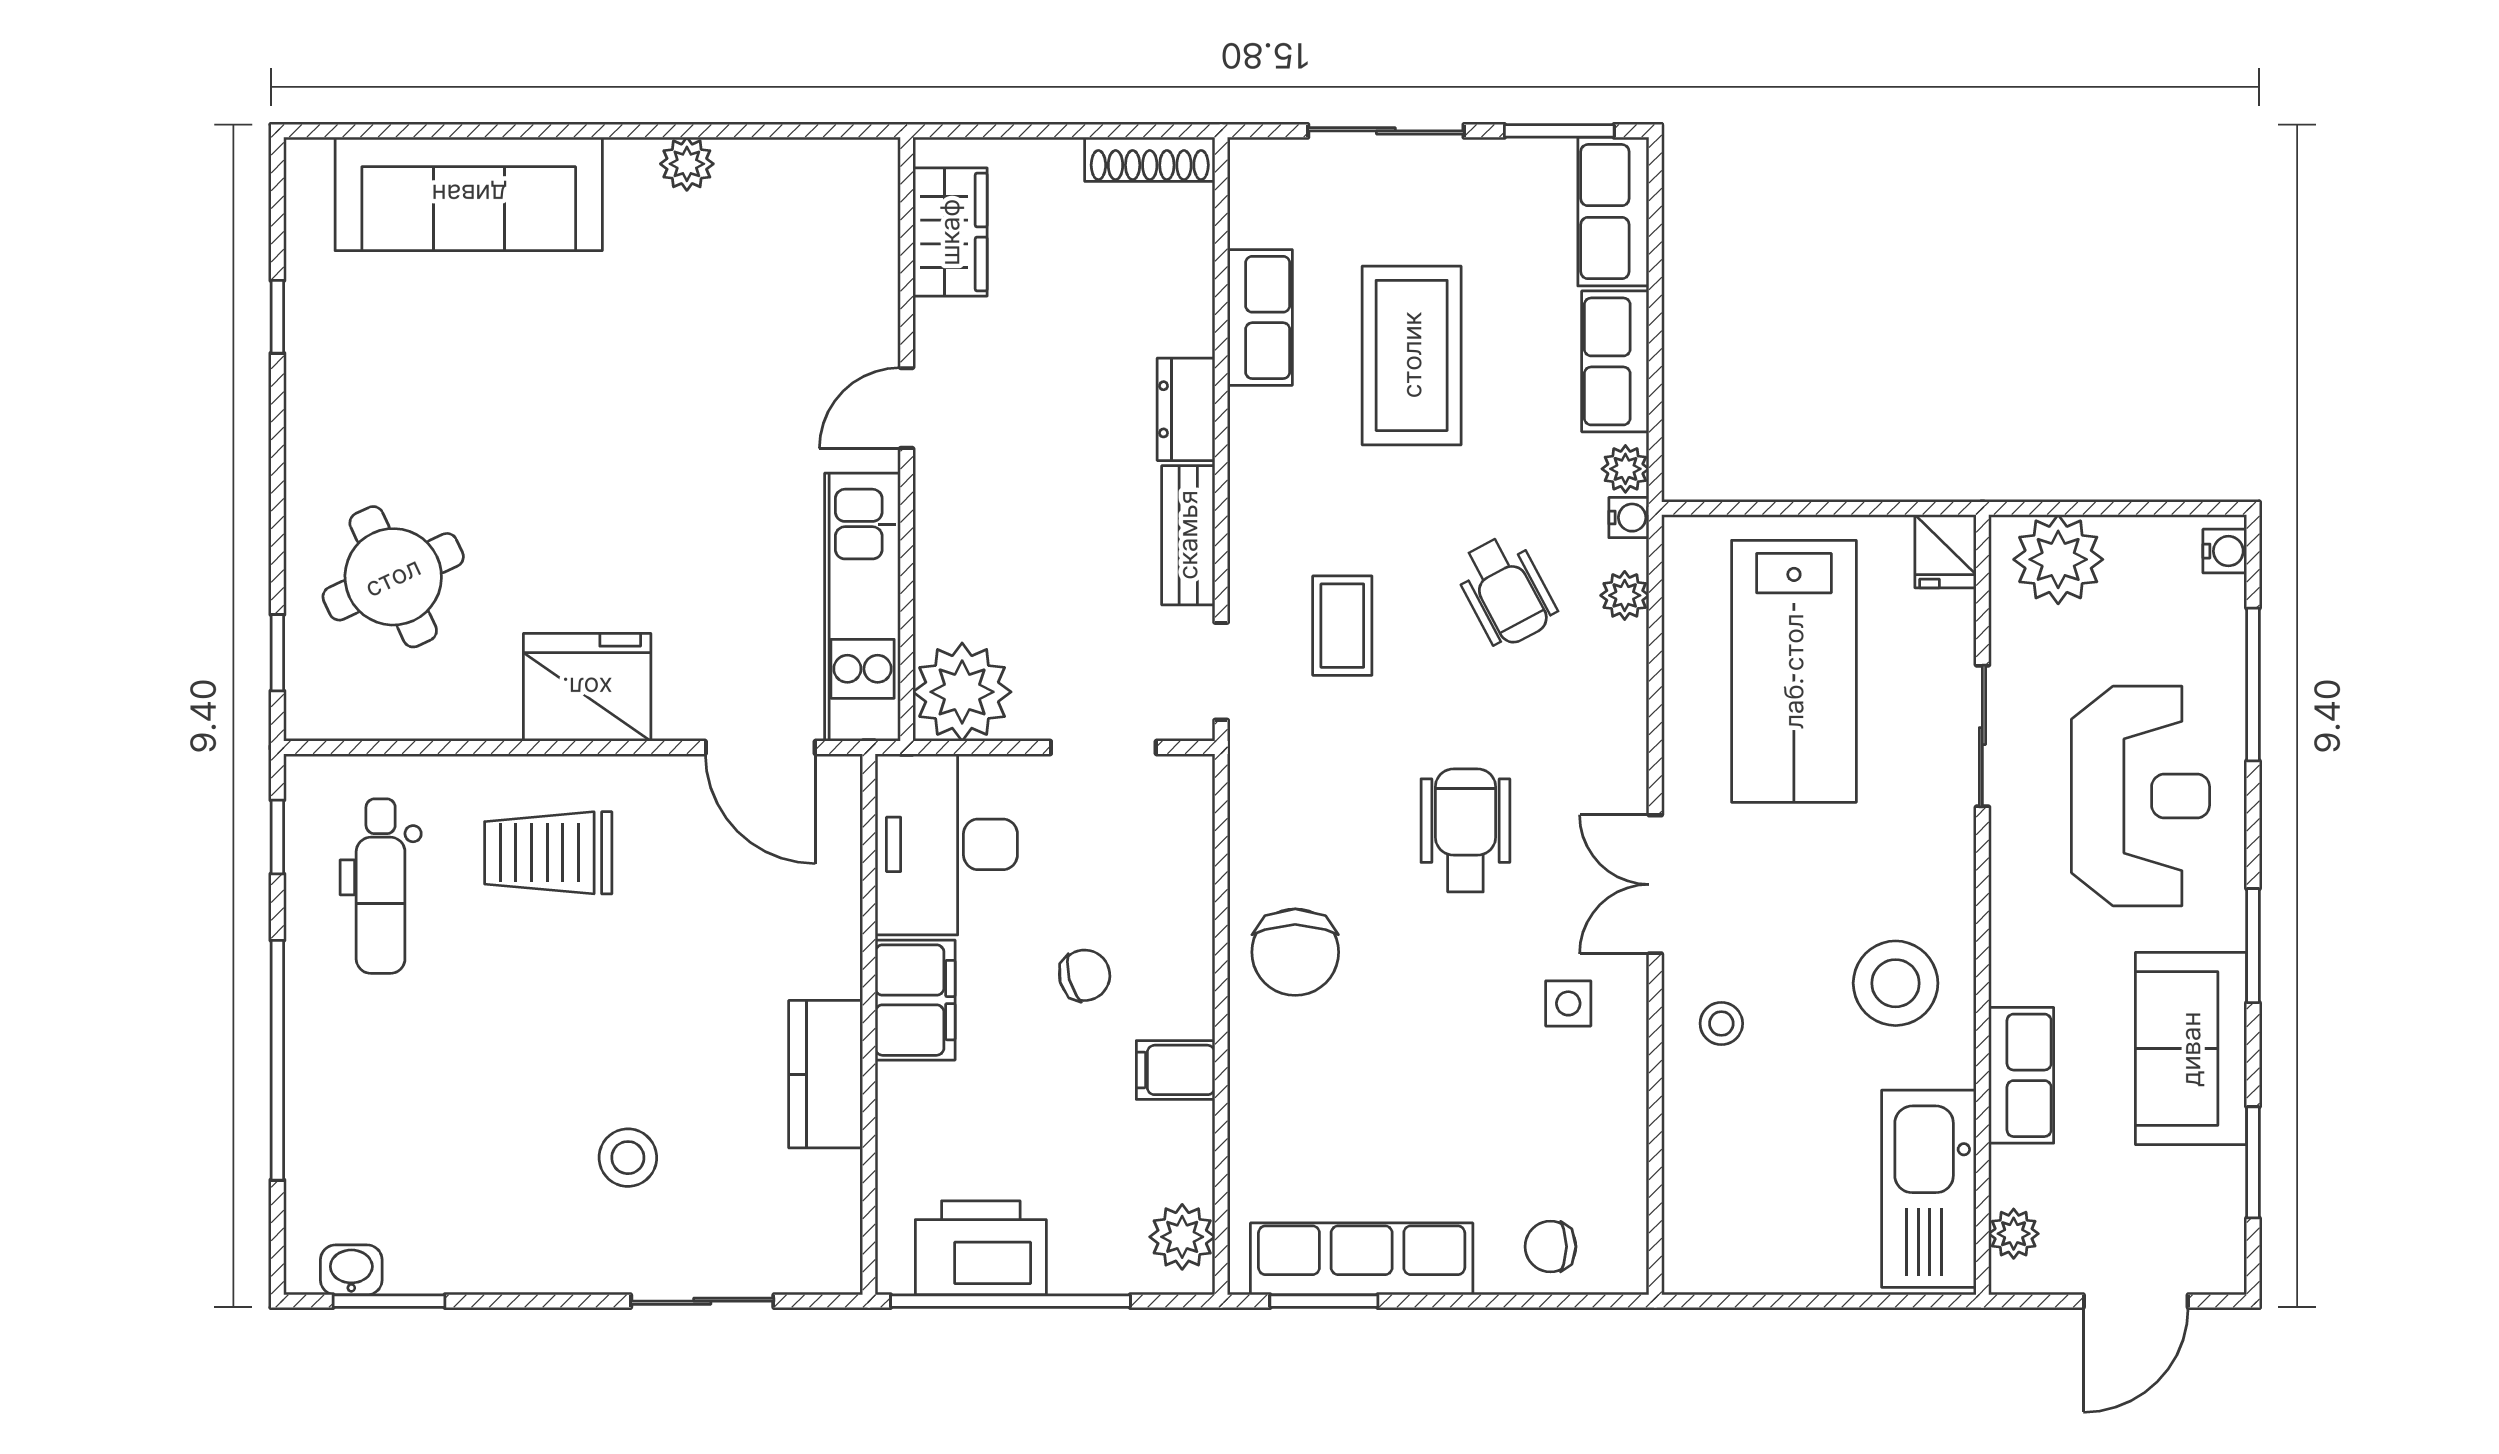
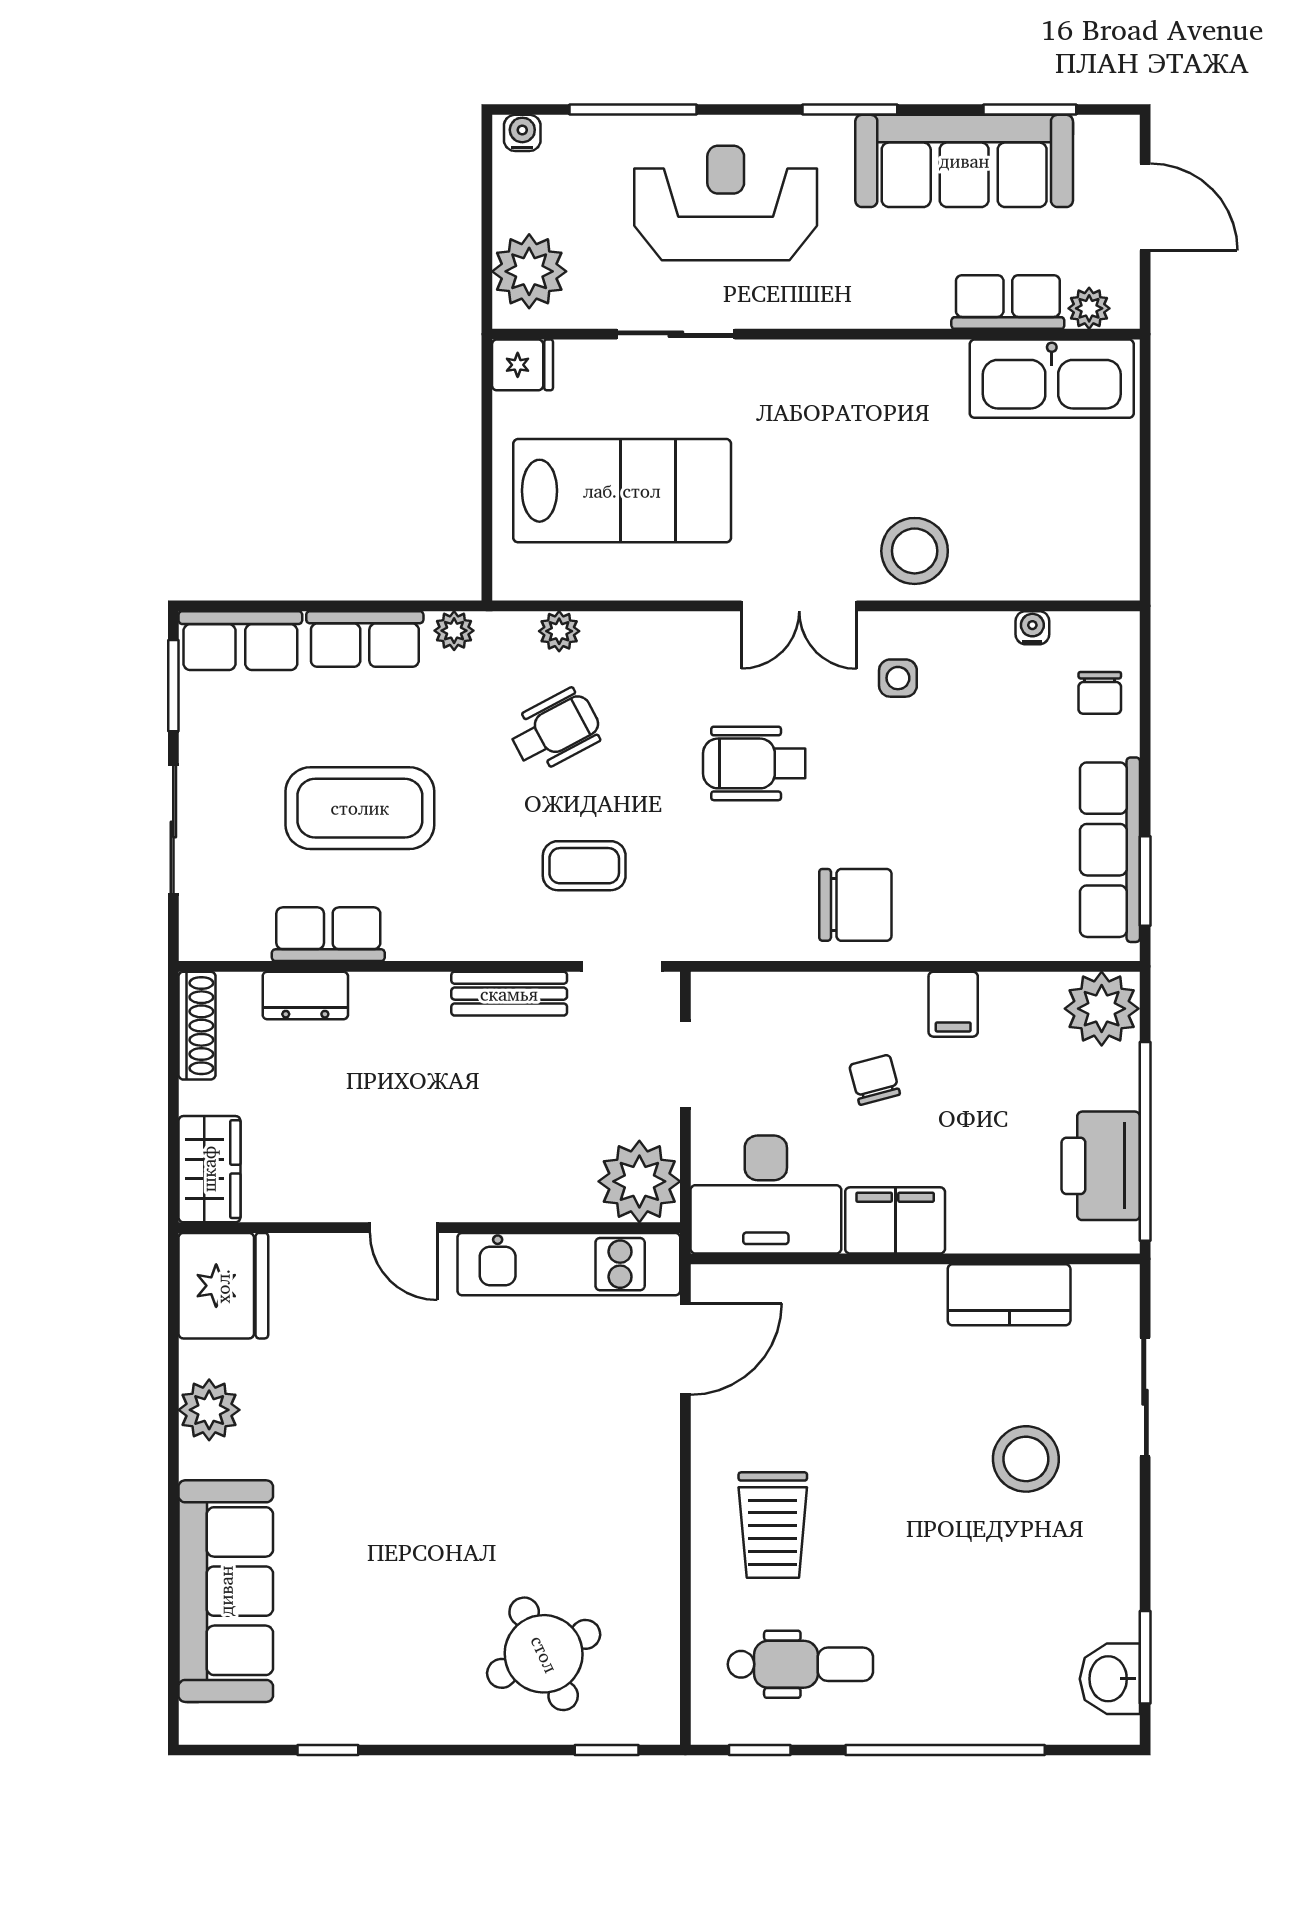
plant: (687, 164) -> (209, 1410), width x1.38, depth x1.38
wardrobe: (950, 232) -> (209, 1169), moved, turned 90
dresser: (1186, 409) -> (305, 995), moved
water cooler: (1629, 518) -> (1032, 628), moved
fridge: (587, 687) -> (223, 1286), moved, turned 180
stool: (1896, 983) -> (881, 406), removed
stool: (1721, 1023) -> (915, 551), width x1.89, depth x1.89
sofa: (2191, 1049) -> (964, 161), width x1.36
kitchen counter: (826, 1074) -> (1009, 1295), moved
row of seats: (2021, 1075) -> (1008, 302), moved
stool: (628, 1158) -> (1026, 1459), width x1.38, depth x1.38
plant: (1182, 1237) -> (1102, 1009), width x1.36, depth x1.36
washbasin: (351, 1270) -> (1110, 1679), width x1.38, depth x1.45

